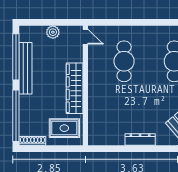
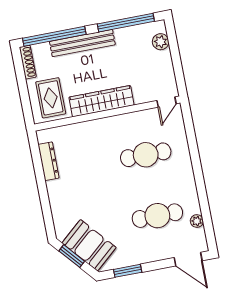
plant: (53, 32) -> (161, 42), moved
bench: (26, 68) -> (82, 43), moved
dresser: (140, 140) -> (48, 161), moved

